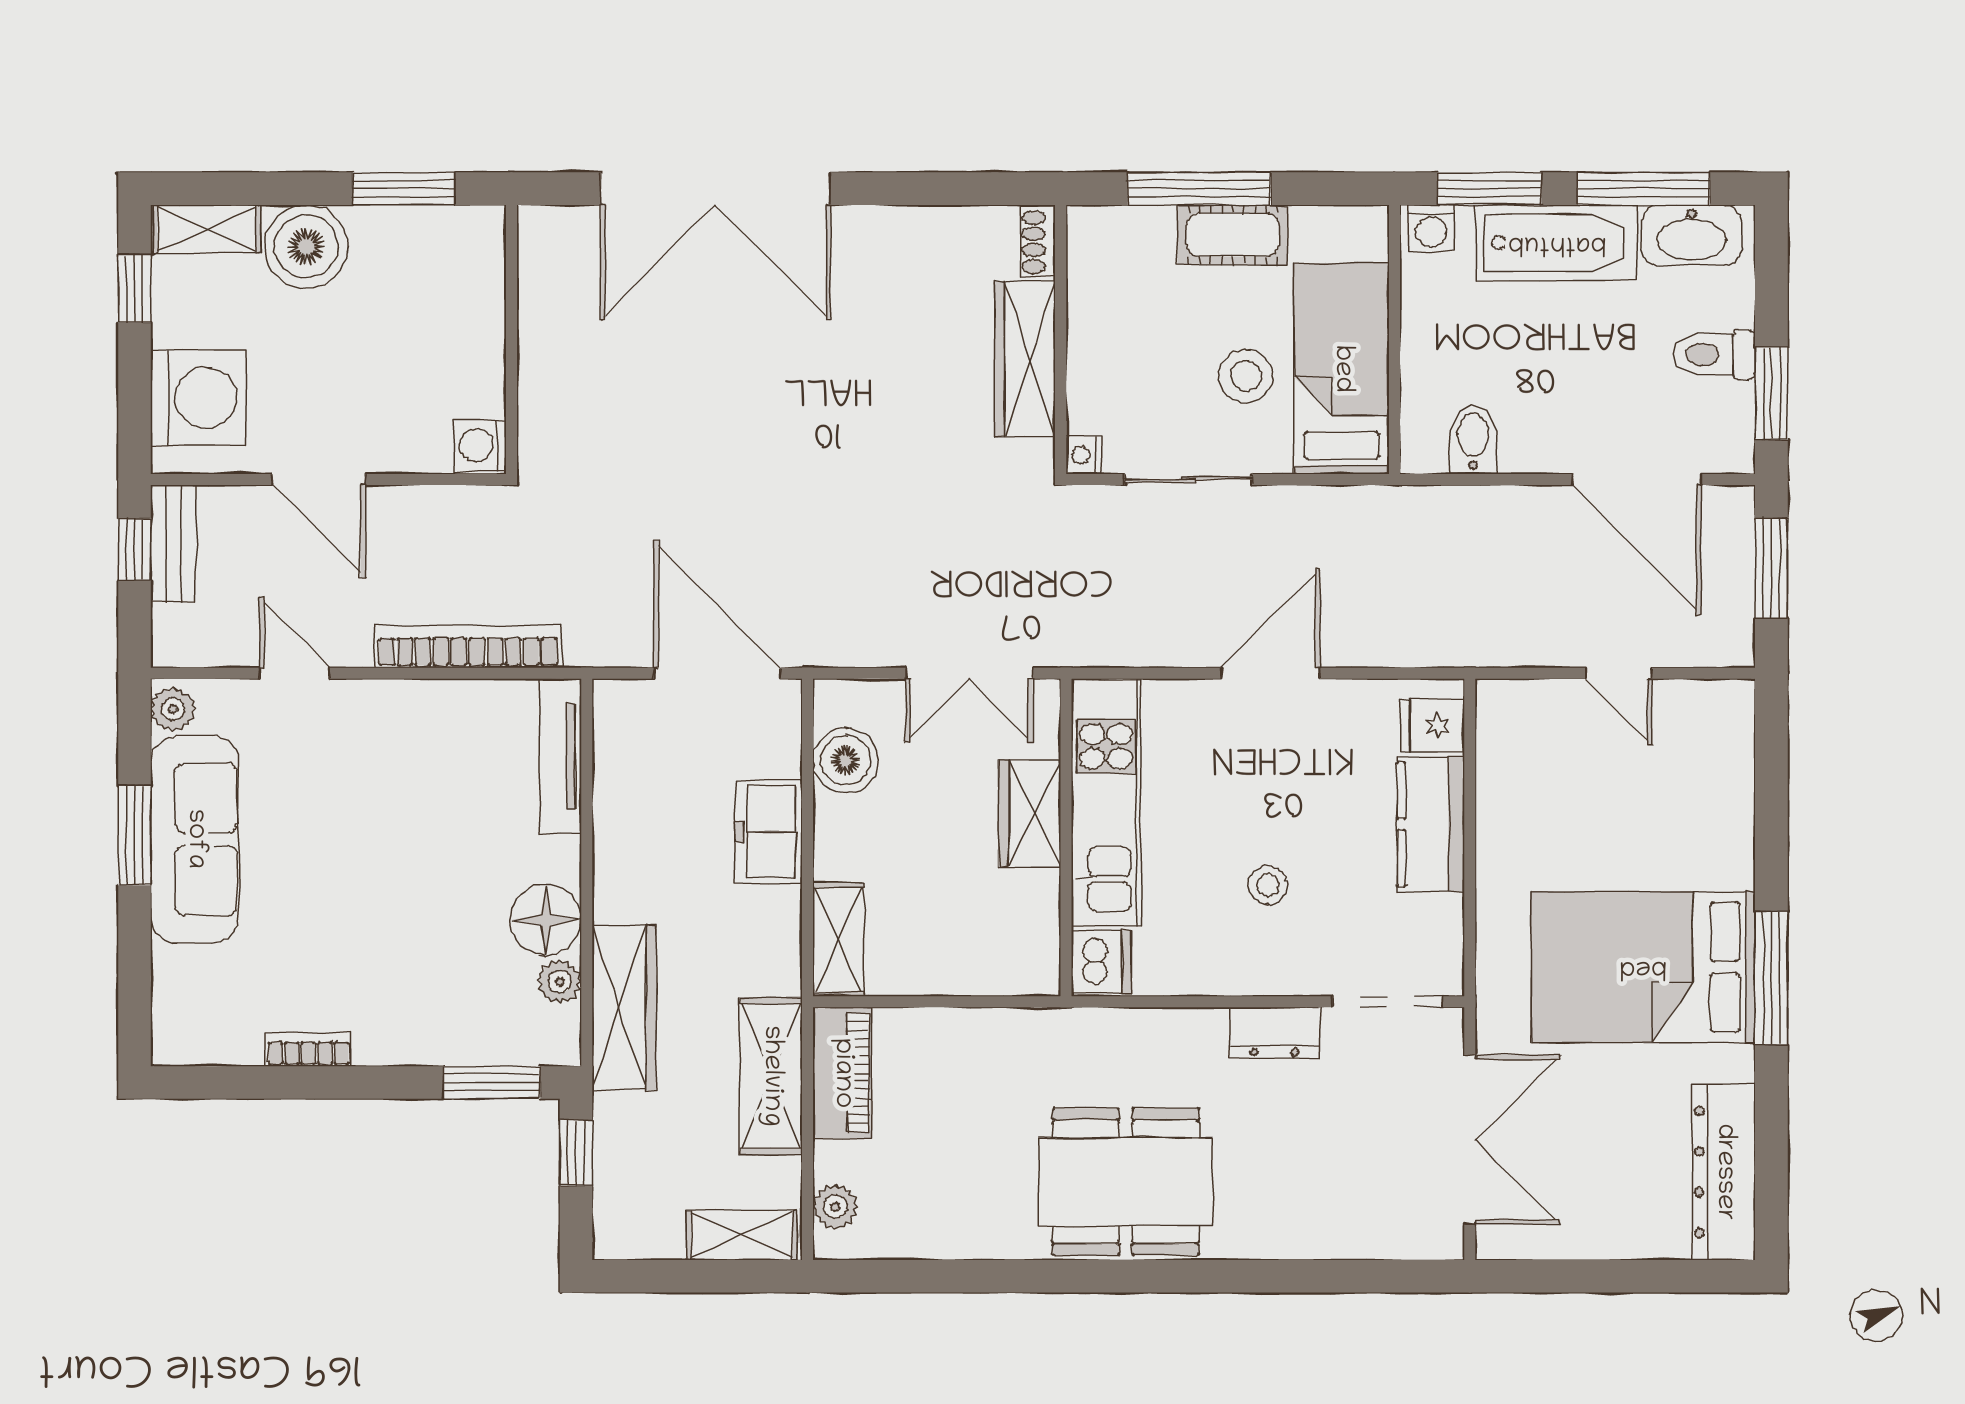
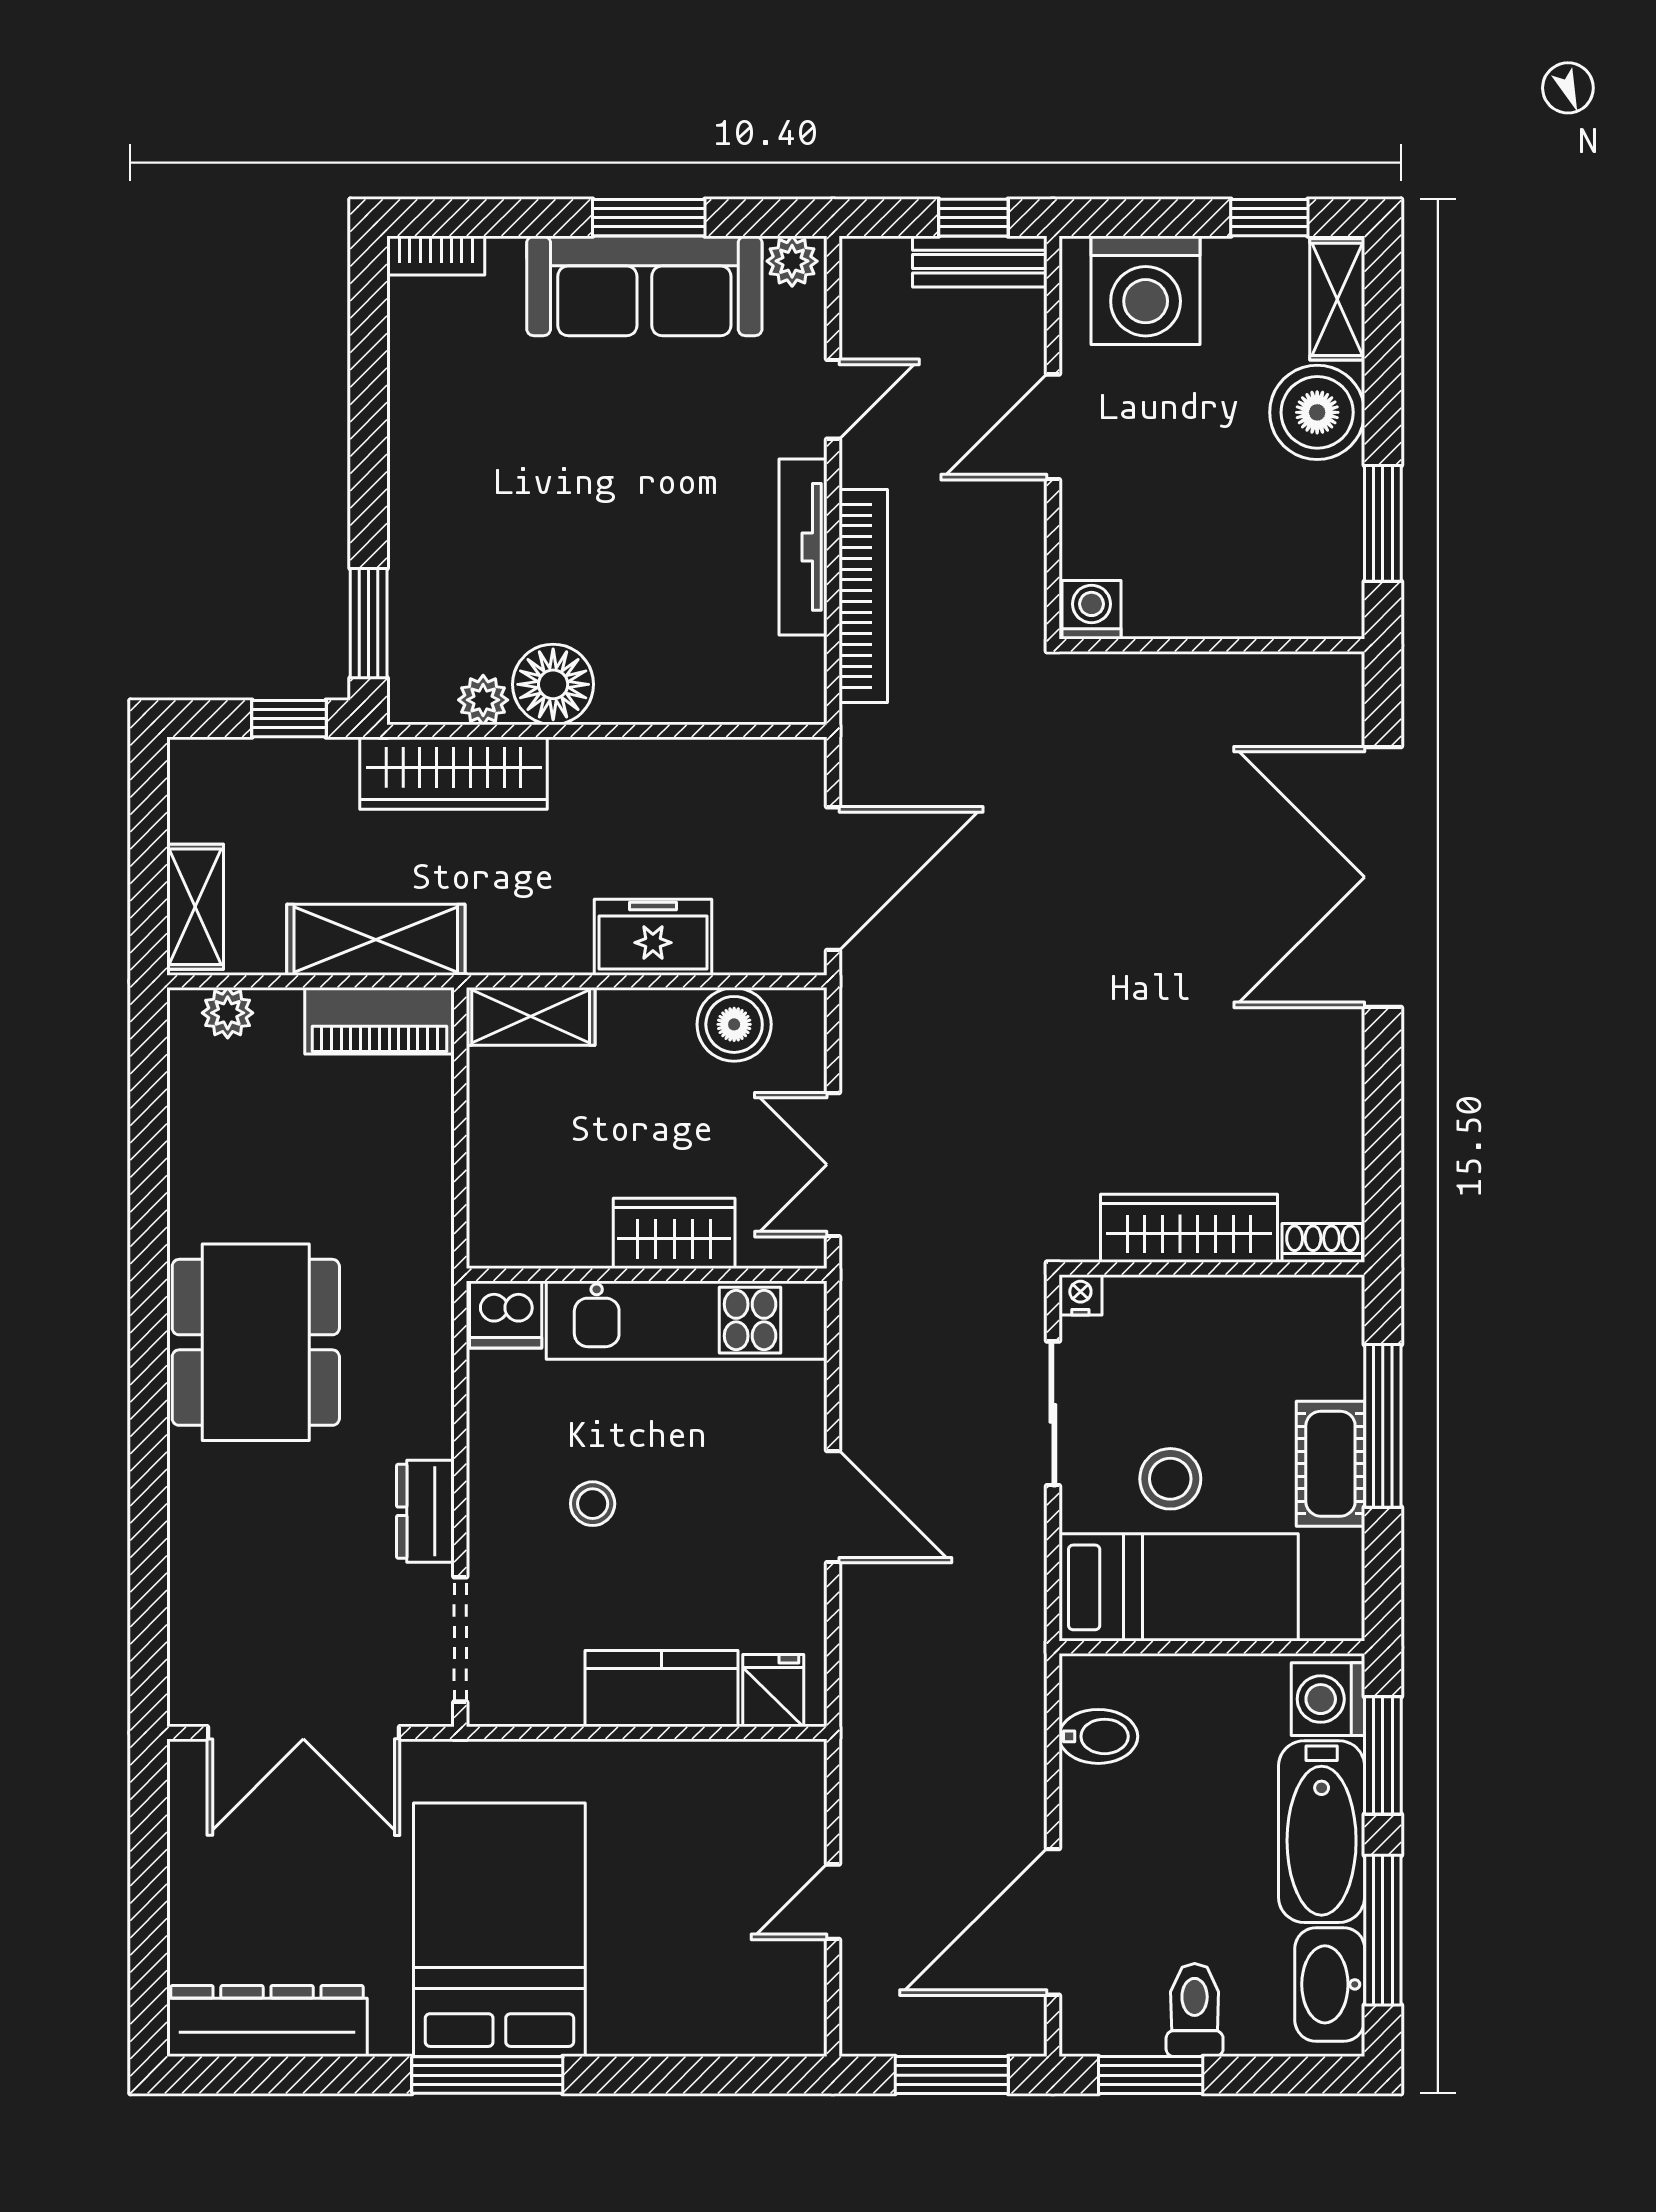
washing machine: (1431, 228) -> (1328, 1699), width x1.38, depth x1.38
tv unit: (560, 756) -> (803, 547), moved, turned -90
bookcase: (308, 1049) -> (436, 256), moved, turned 90

